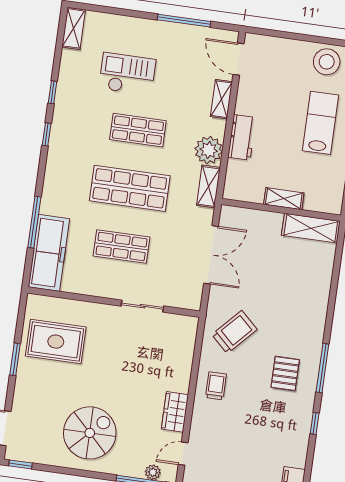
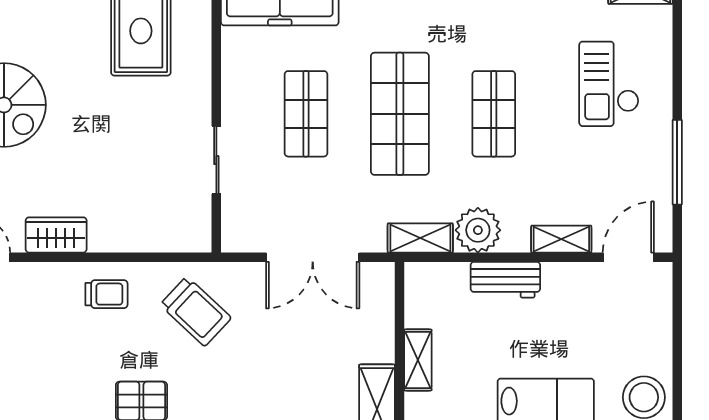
checkout: (127, 74) -> (609, 84), moved, turned 180

